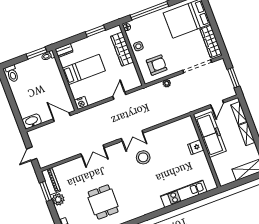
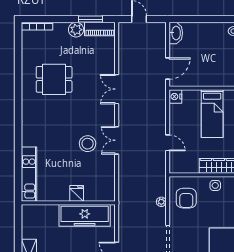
freezer: (210, 135) -> (85, 215), moved
fridge: (196, 147) -> (77, 193), moved
wall: (206, 151) -> (68, 203), moved

